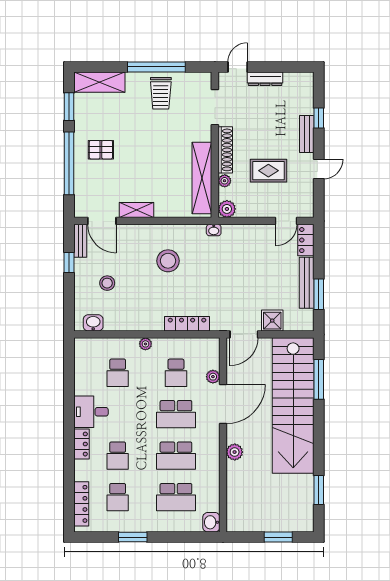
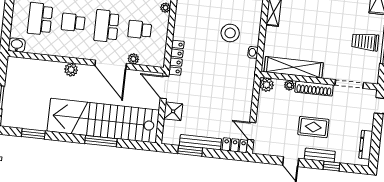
dresser: (265, 79) -> (366, 145), moved
rug: (268, 171) -> (313, 127), moved, turned 90
washbasin: (214, 230) -> (253, 52), moved
locker: (187, 324) -> (176, 58), moved
window: (319, 379) -> (101, 141), moved
school desk: (176, 456) -> (73, 22), width x0.54

